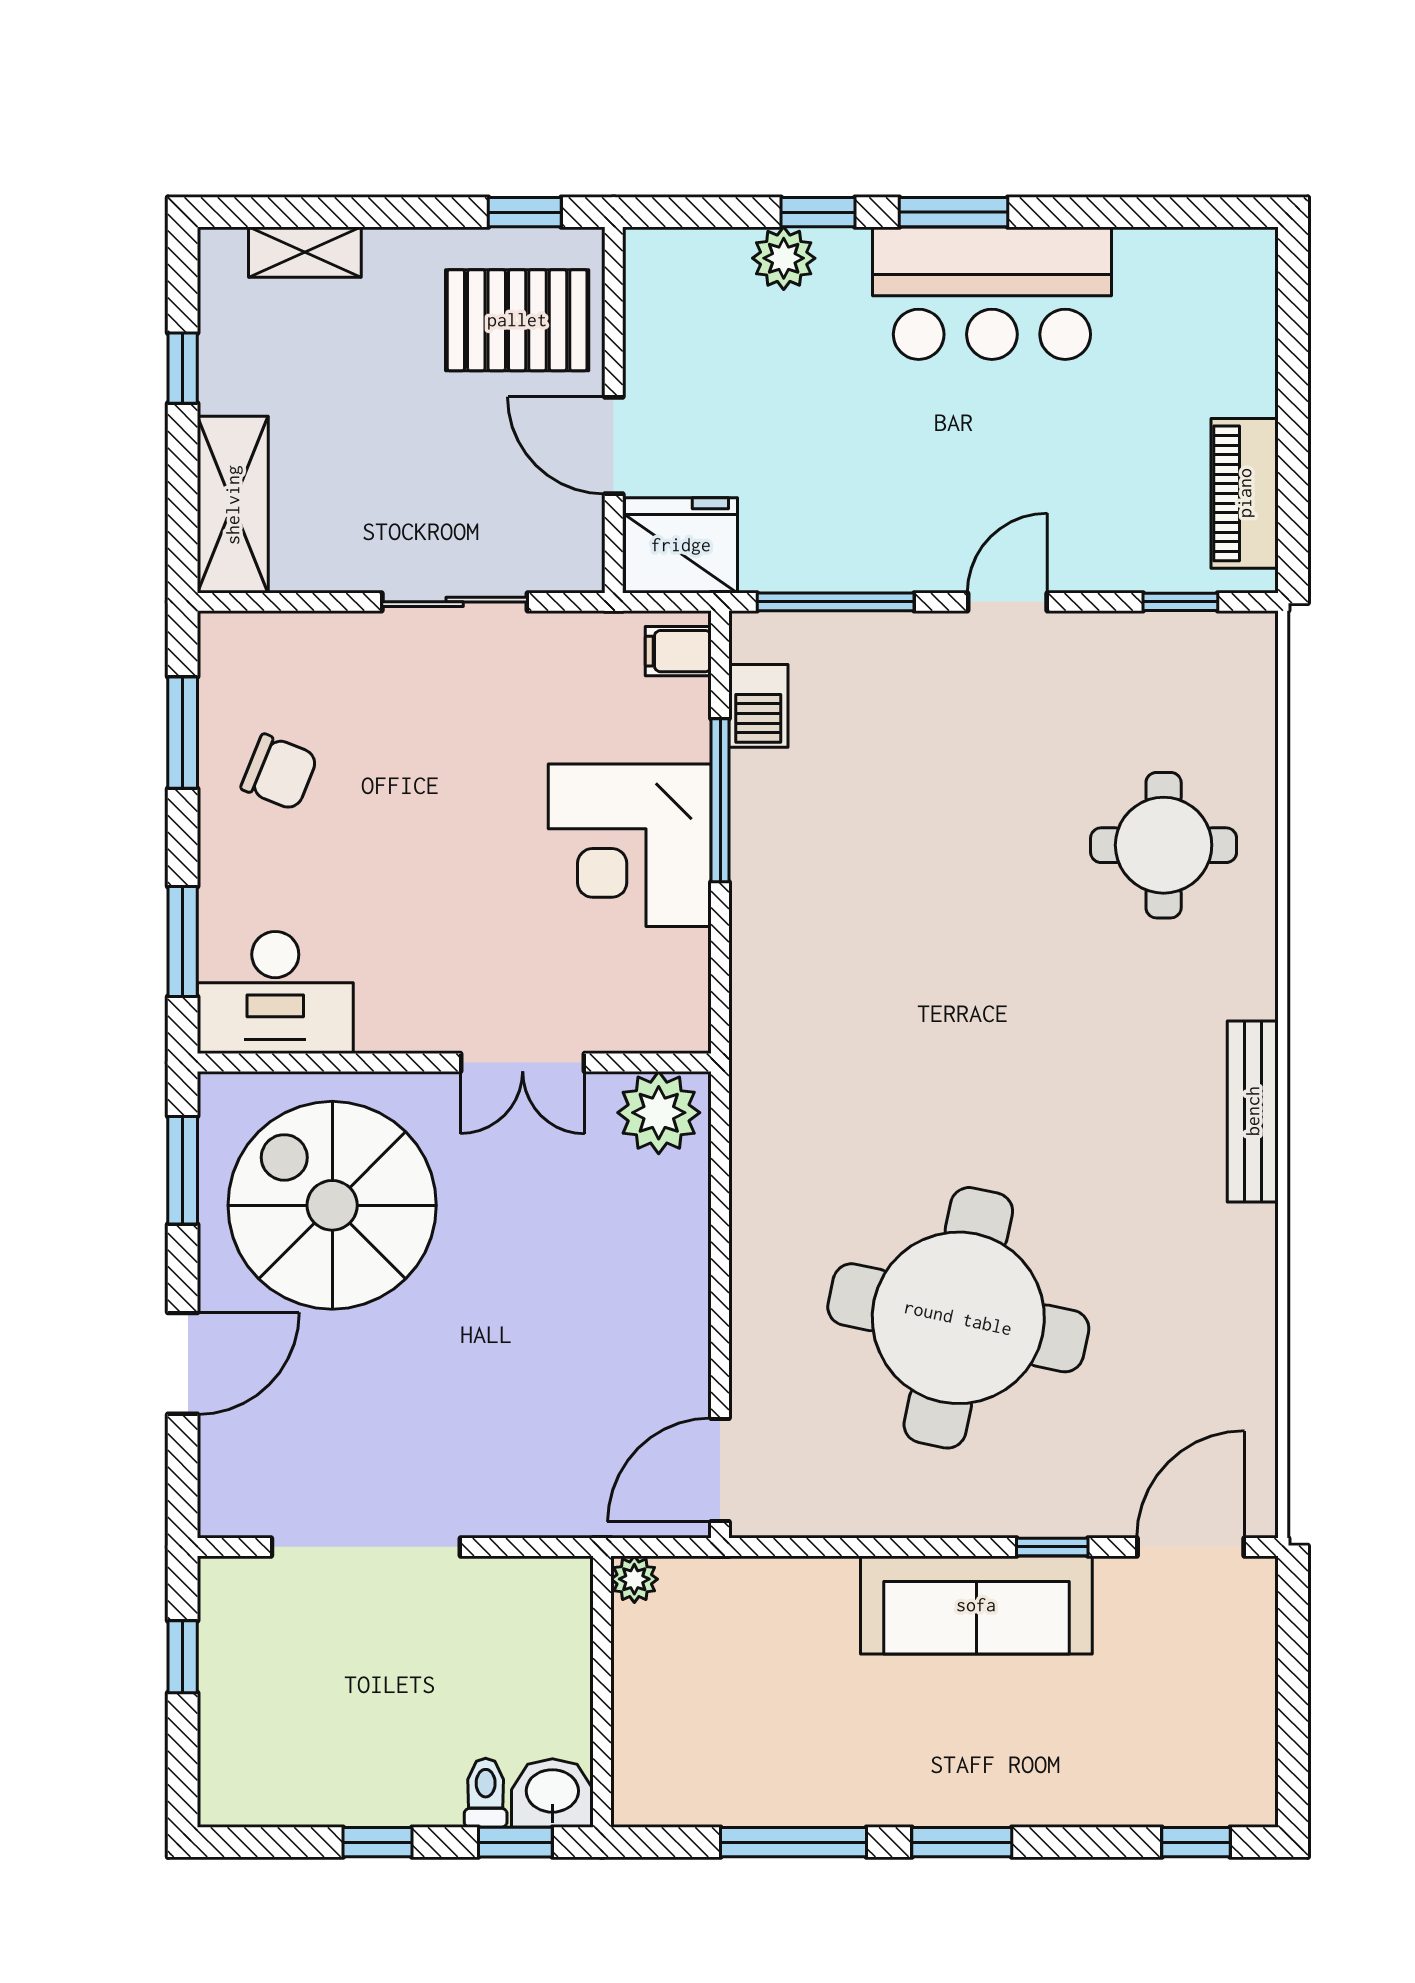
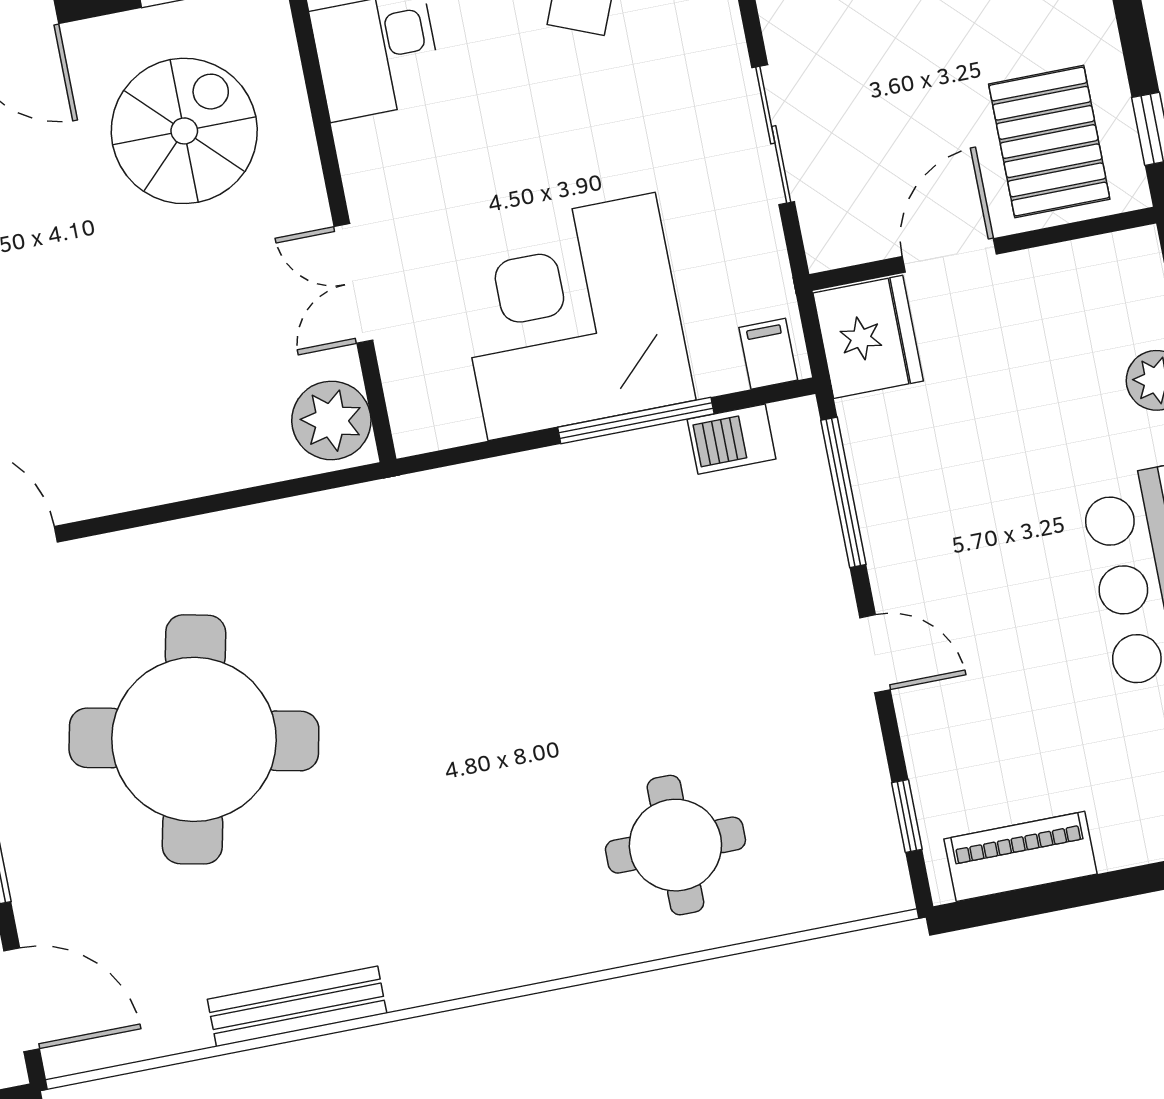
corner desk: (630, 845) -> (572, 317), width x1.36, depth x1.36
bench: (1253, 1111) -> (297, 1006), moved
spiral stairs: (332, 1205) -> (184, 131), width x0.73, depth x0.73

